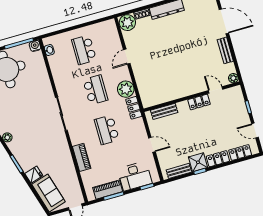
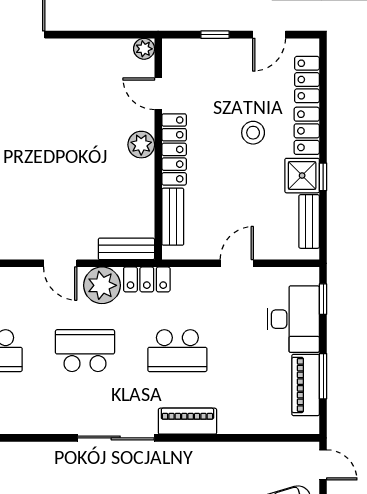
bench: (225, 50) -> (126, 249), moved
door: (127, 57) -> (60, 263), moved
plant: (192, 89) -> (141, 145), added
door: (216, 90) -> (158, 94), hinge flipped
locker: (199, 102) -> (174, 149), width x1.53
stool: (210, 136) -> (253, 133), added
piano: (82, 157) -> (187, 421), moved

